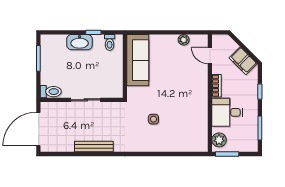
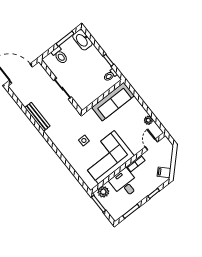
washbasin: (80, 42) -> (82, 40), moved
filing cabinet: (243, 61) -> (164, 172), width x0.50
toilet: (51, 92) -> (60, 55), moved
corner sofa: (187, 110) -> (106, 157), added

